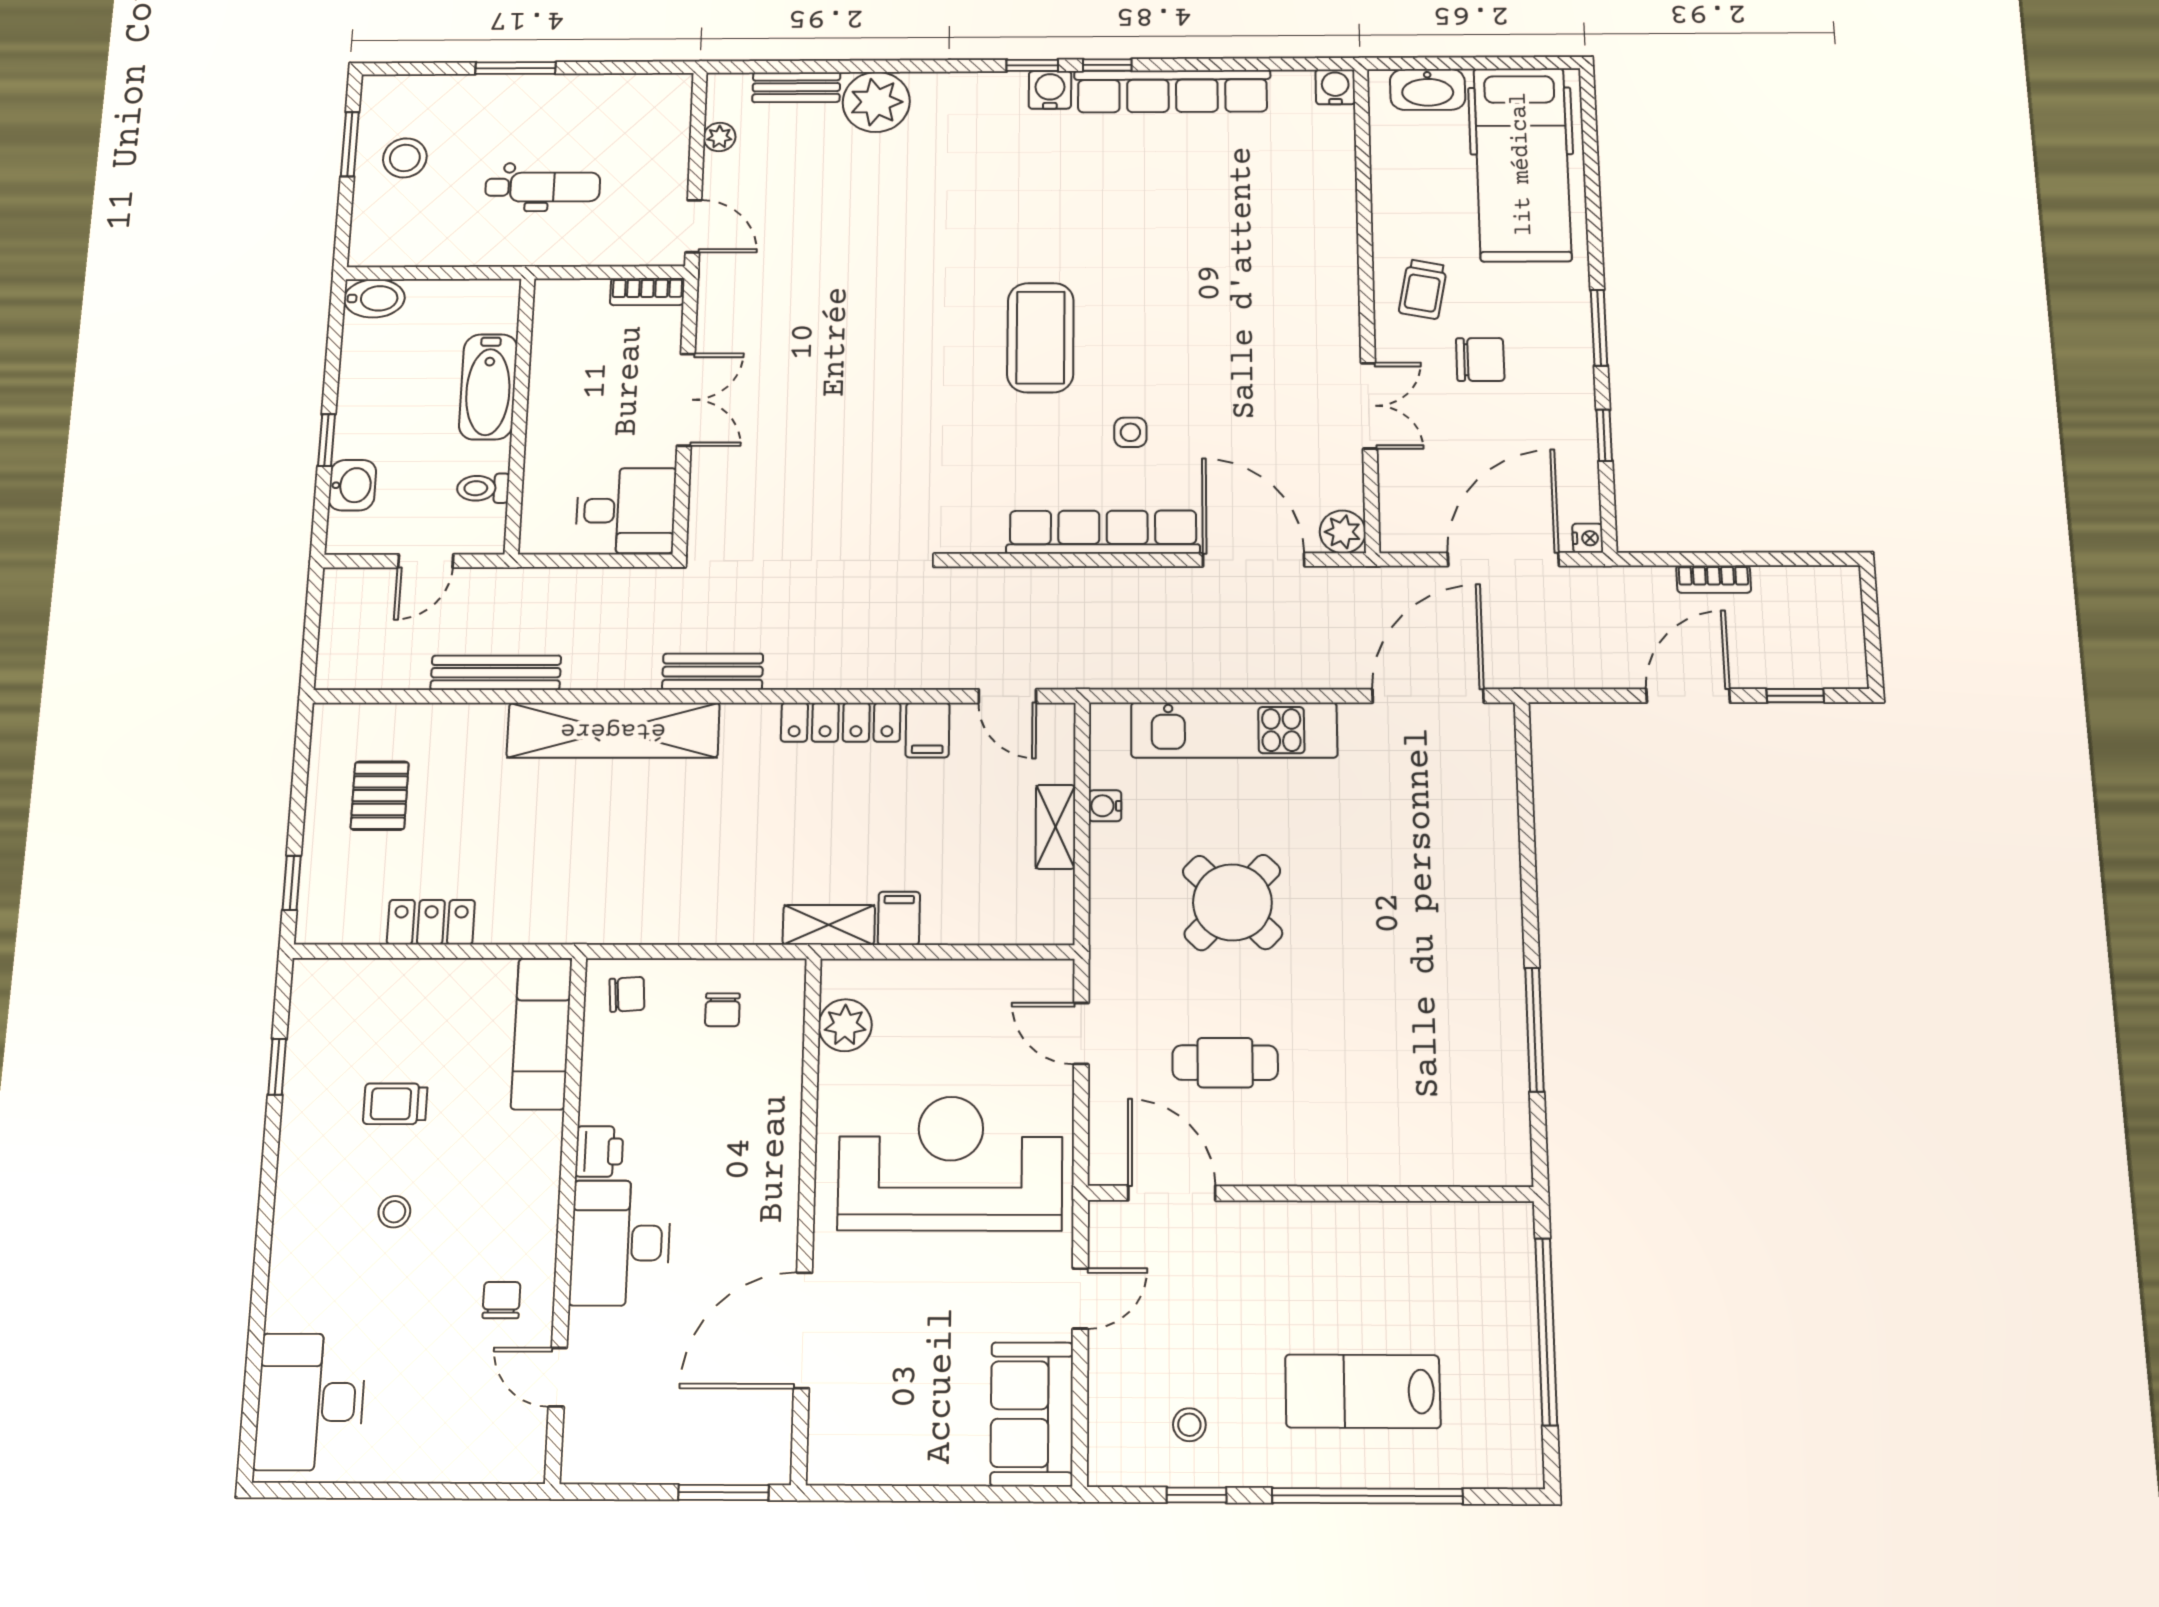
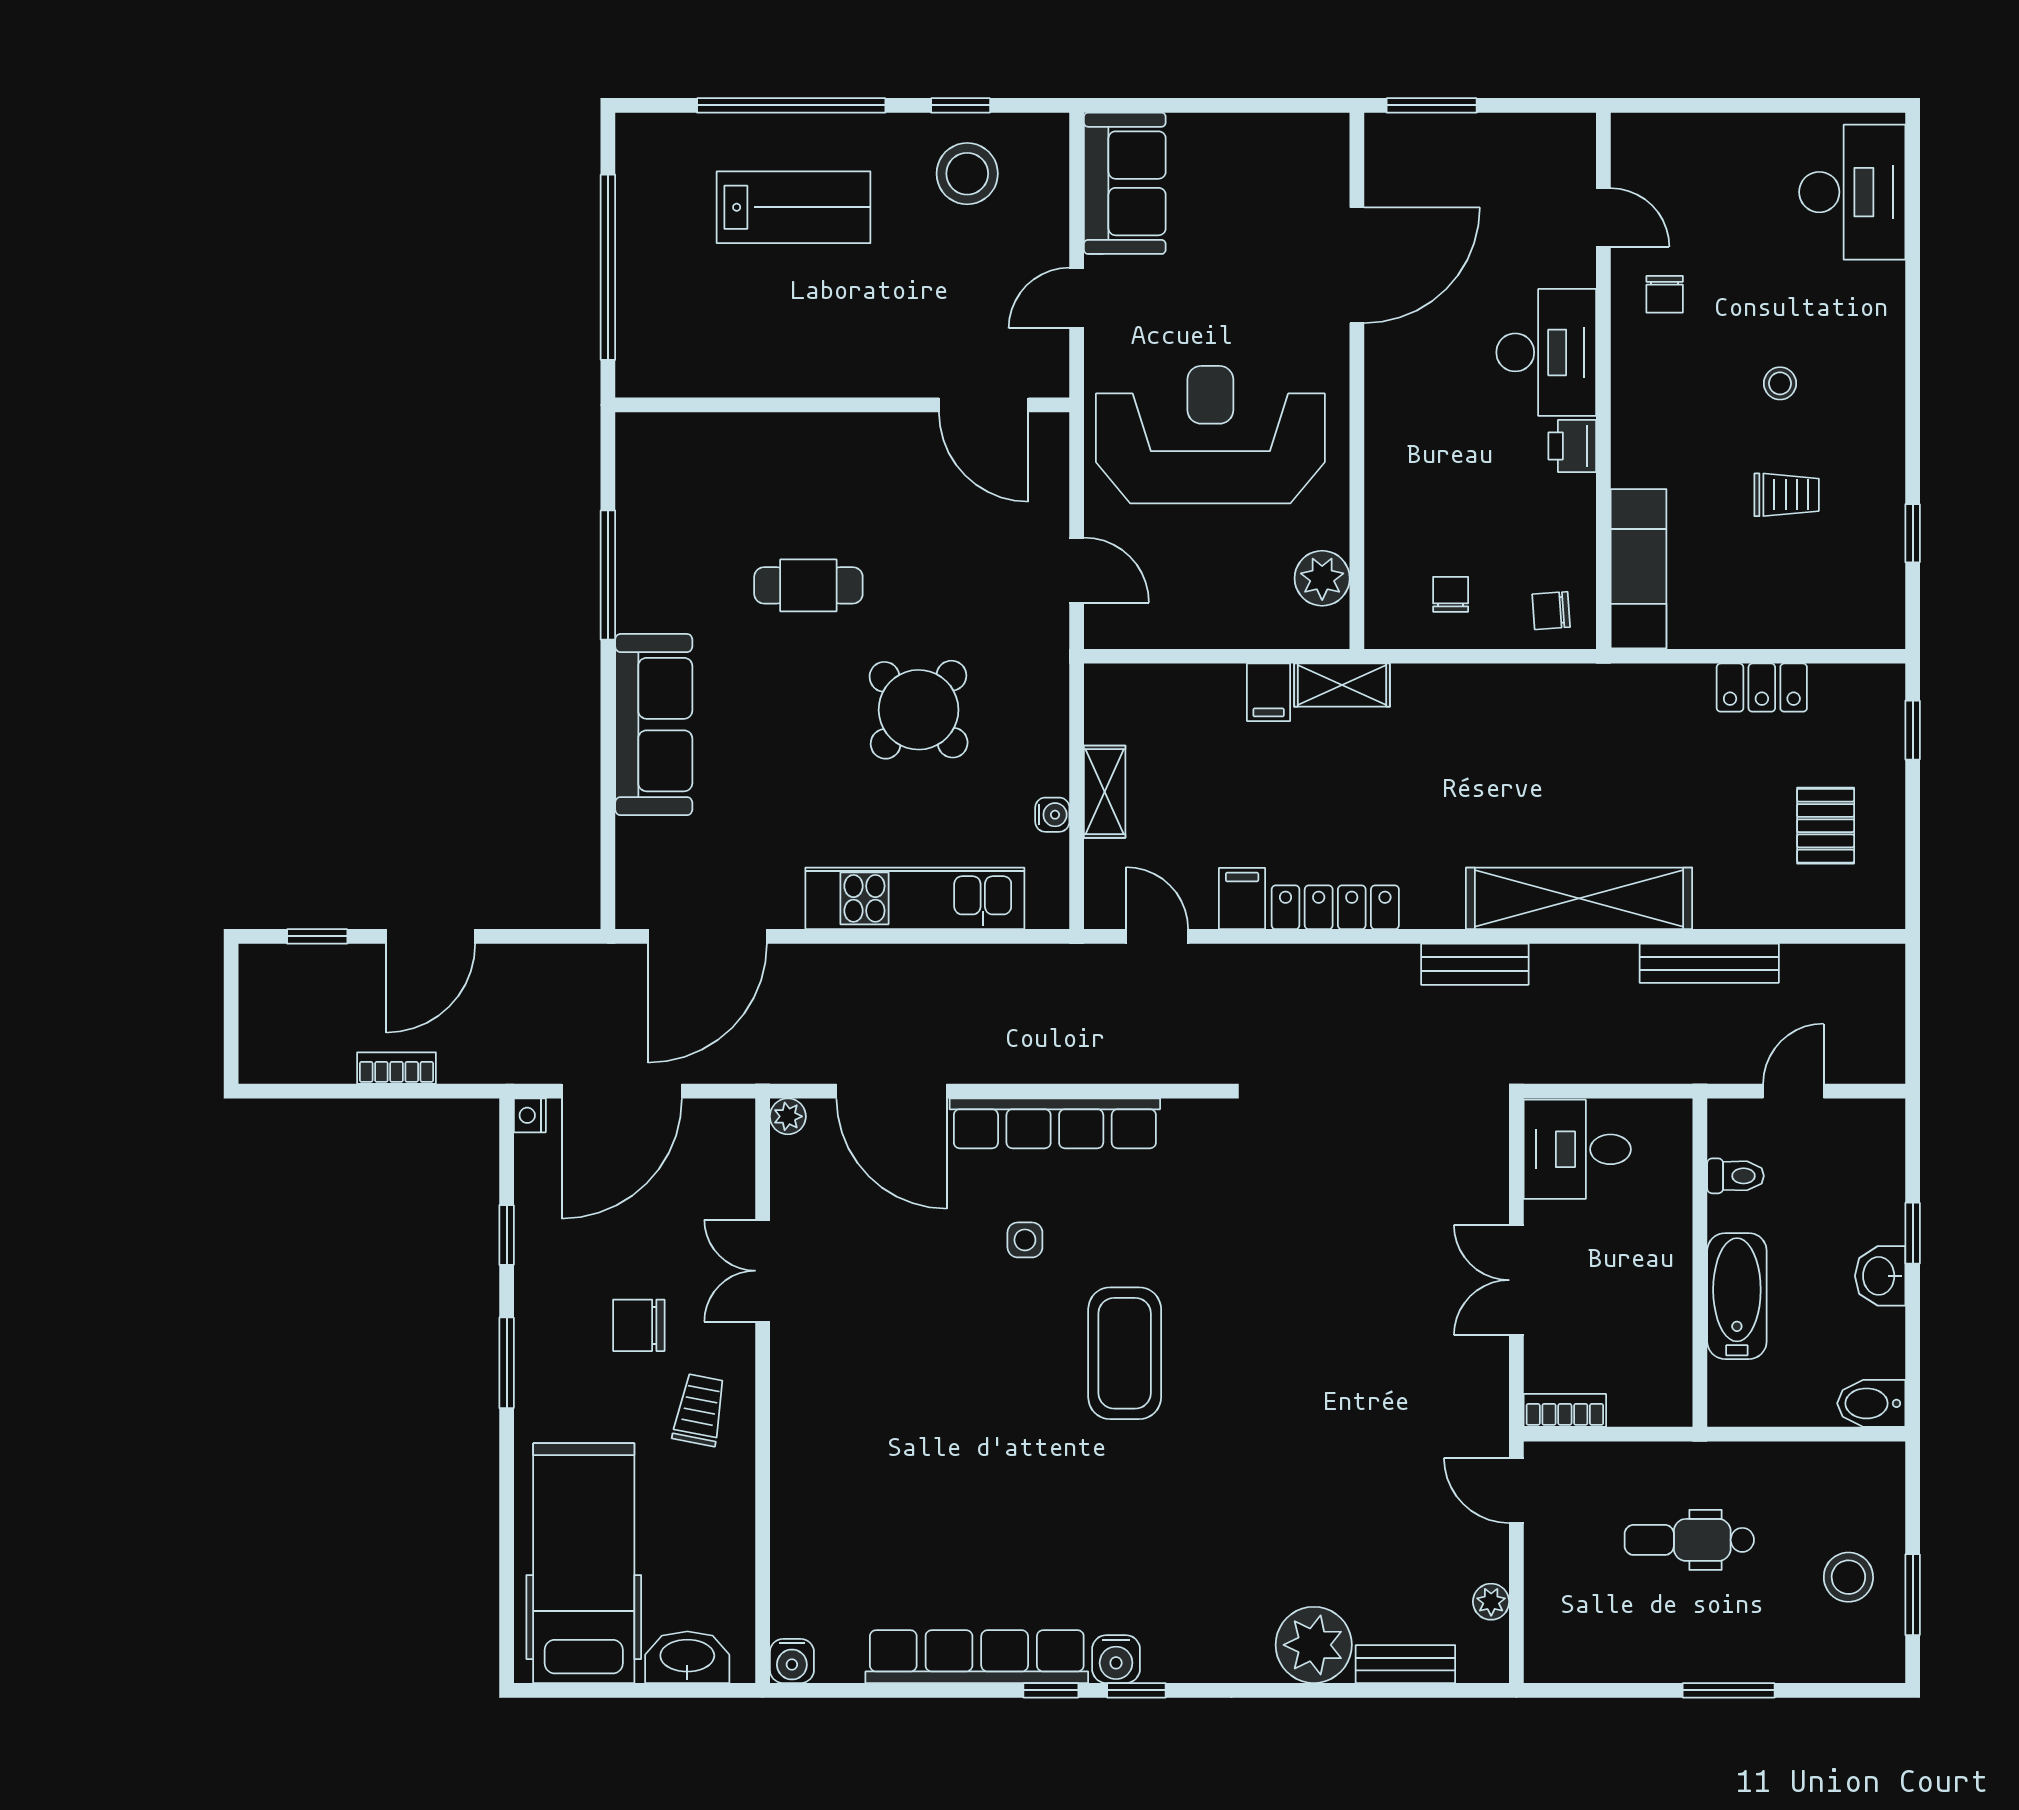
washbasin: (352, 485) -> (1880, 1276), moved
plant: (1343, 532) -> (788, 1116), width x0.73, depth x0.73
sofa: (1485, 889) -> (654, 725), added
cafe table: (1225, 1063) -> (808, 585), moved
reception desk: (950, 1163) -> (1210, 435), turned 180
stool: (1189, 1425) -> (967, 174), width x1.89, depth x1.89

